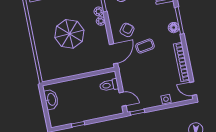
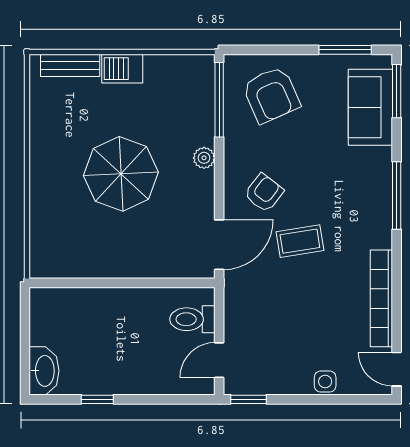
plant: (99, 11) -> (204, 133), removed
floor lamp: (174, 28) -> (379, 210), removed
washbasin: (51, 99) -> (44, 371), moved
door: (123, 99) -> (219, 360), swing flipped

